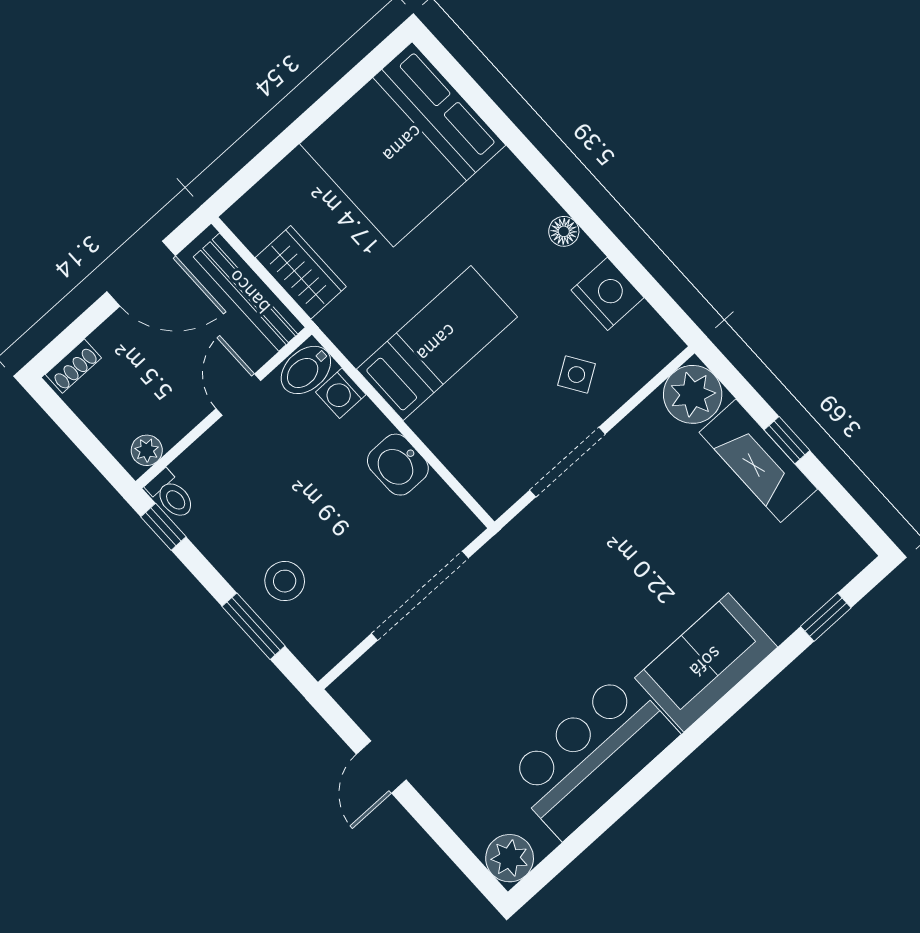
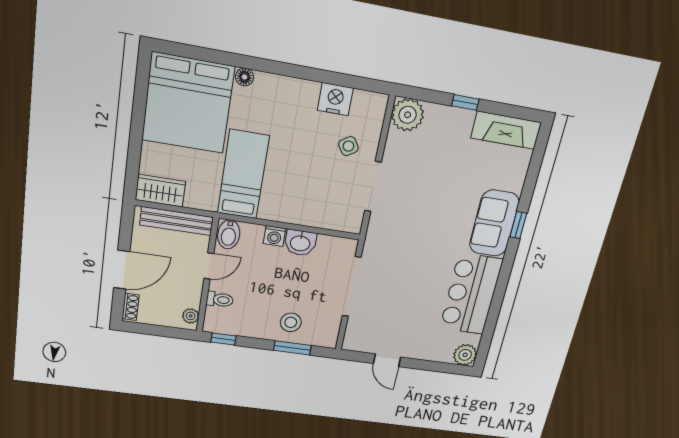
floor lamp: (564, 231) -> (244, 77), moved
wardrobe: (301, 272) -> (160, 191), moved
door: (141, 274) -> (122, 270), moved
bed: (437, 343) -> (243, 175), moved
washing machine: (341, 393) -> (274, 236), moved
door: (238, 395) -> (209, 266), swing flipped
fireplace: (758, 461) -> (506, 130), moved
toilet: (171, 495) -> (220, 300), moved
window: (826, 617) -> (518, 225), moved

